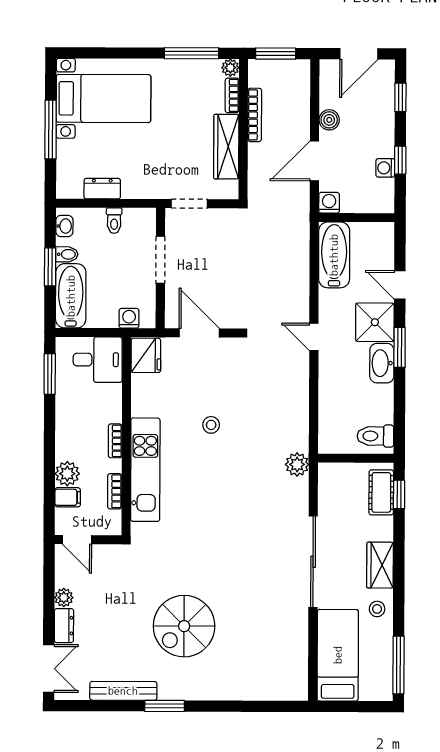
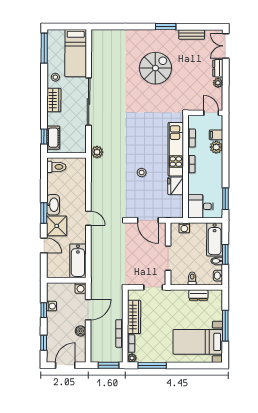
fridge: (146, 355) -> (176, 186), moved
bench: (123, 691) -> (192, 34), width x0.73

